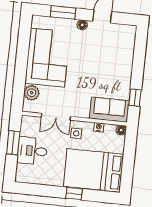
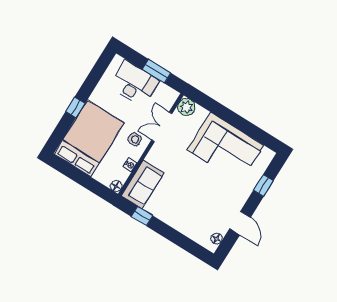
window: (63, 12) -> (263, 185), width x0.67
floor lamp: (82, 25) -> (217, 239), moved
plant: (32, 93) -> (186, 107), moved
desk: (32, 151) -> (134, 83), width x1.37

